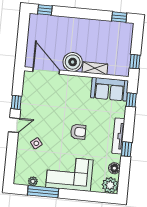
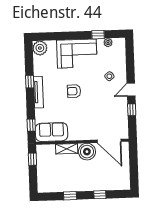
window: (45, 10) -> (100, 195), moved
window: (119, 17) -> (70, 196), moved
floor lamp: (114, 168) -> (38, 63), removed
window: (43, 192) -> (98, 35), width x0.46

